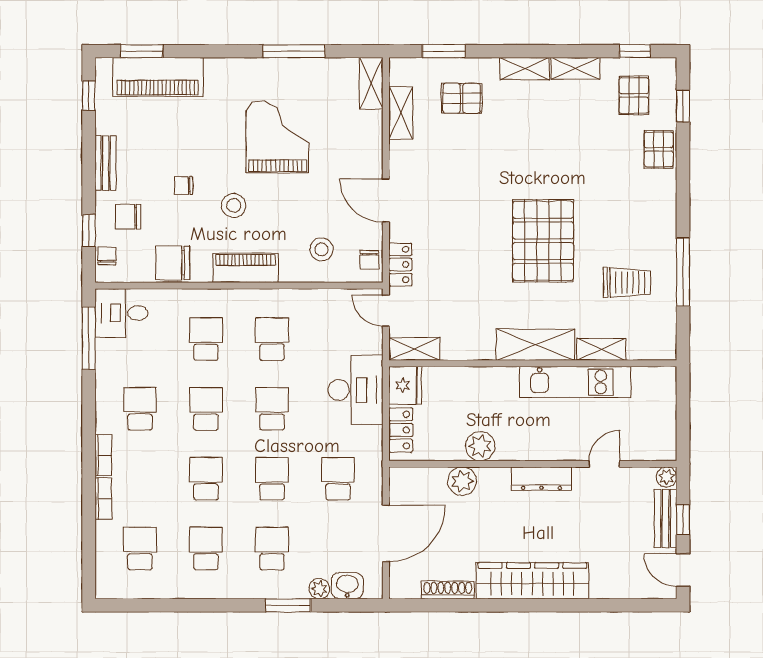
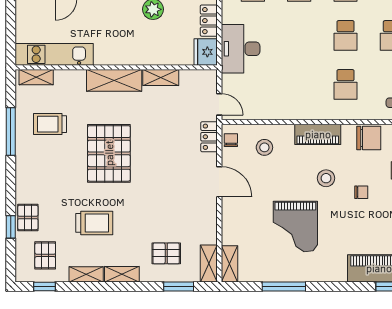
window: (683, 106) -> (11, 227), moved
shelving: (401, 113) -> (209, 264), moved
trolley: (564, 142) -> (94, 223), added
school desk: (272, 339) -> (299, 84), removed
shelving: (414, 349) -> (161, 78), moved
shelving: (601, 349) -> (36, 77), moved
kitchen unit: (575, 382) -> (54, 54), moved
school desk: (272, 409) -> (299, 35), removed

